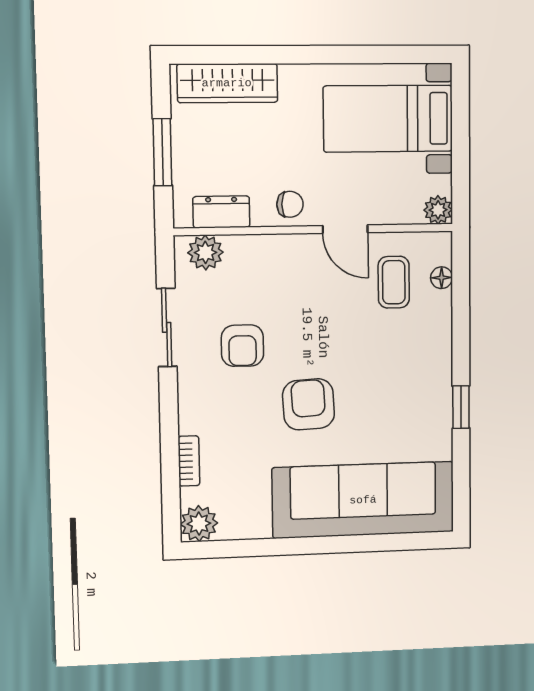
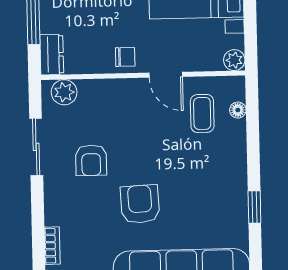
dresser: (221, 212) -> (52, 54), moved, turned 90

